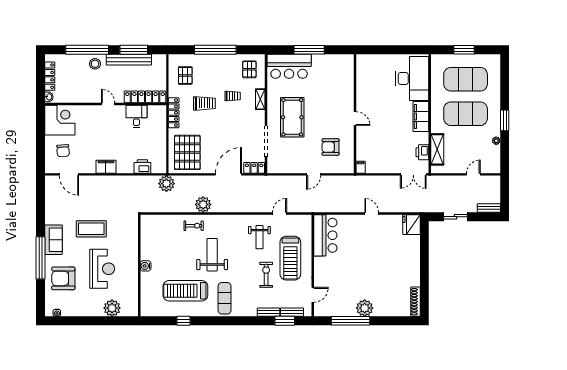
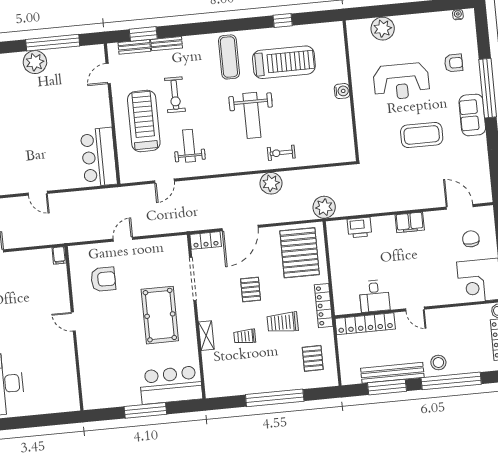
pallet: (249, 69) -> (251, 289), moved
reception desk: (102, 269) -> (401, 81), turned -90
armchair: (63, 278) -> (454, 63), width x0.53, depth x0.53

